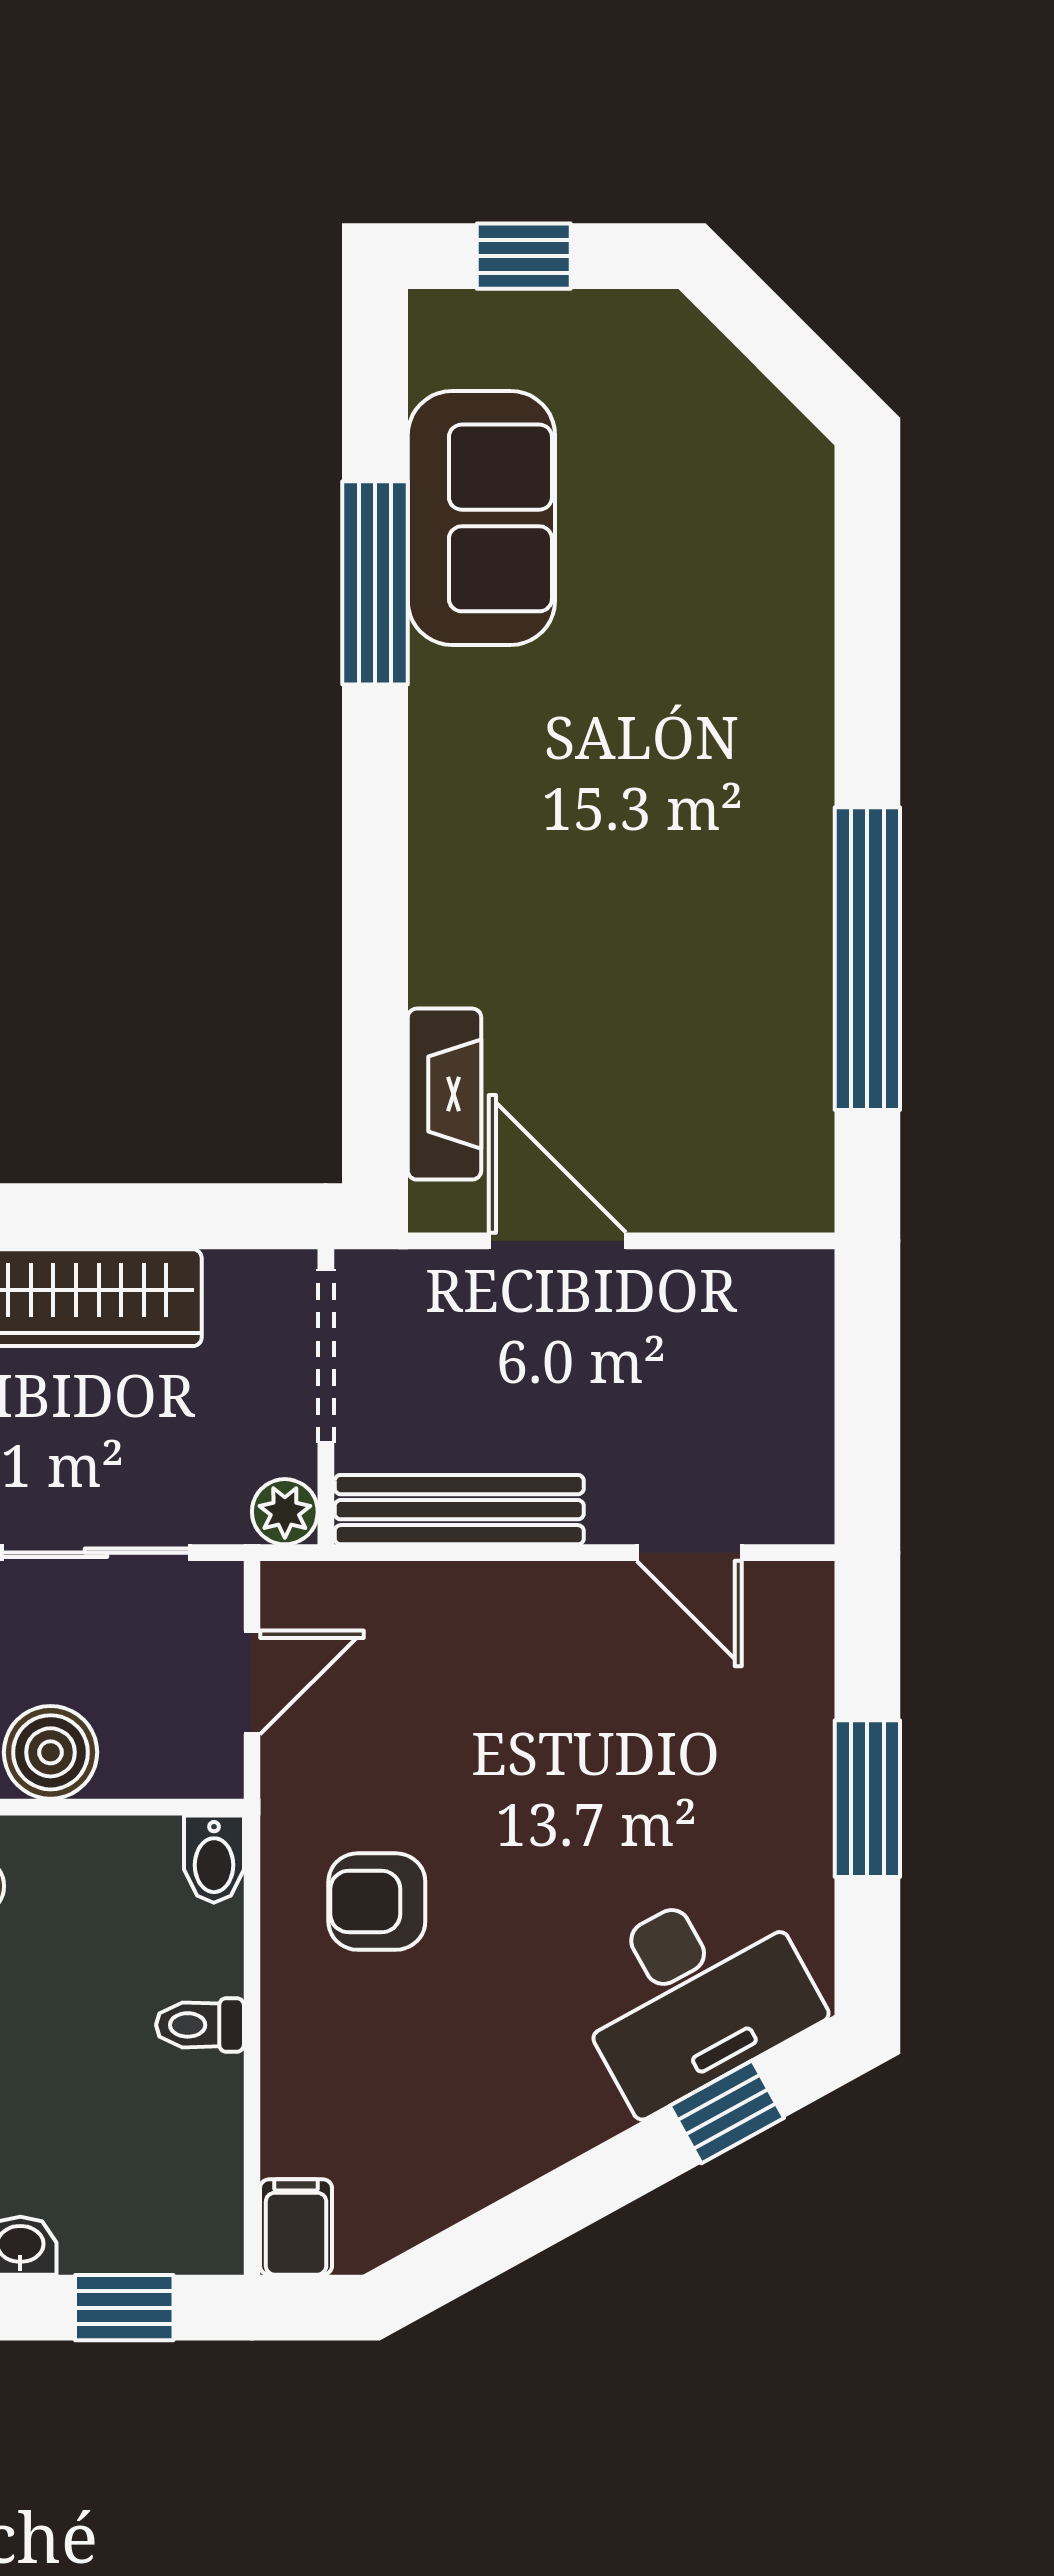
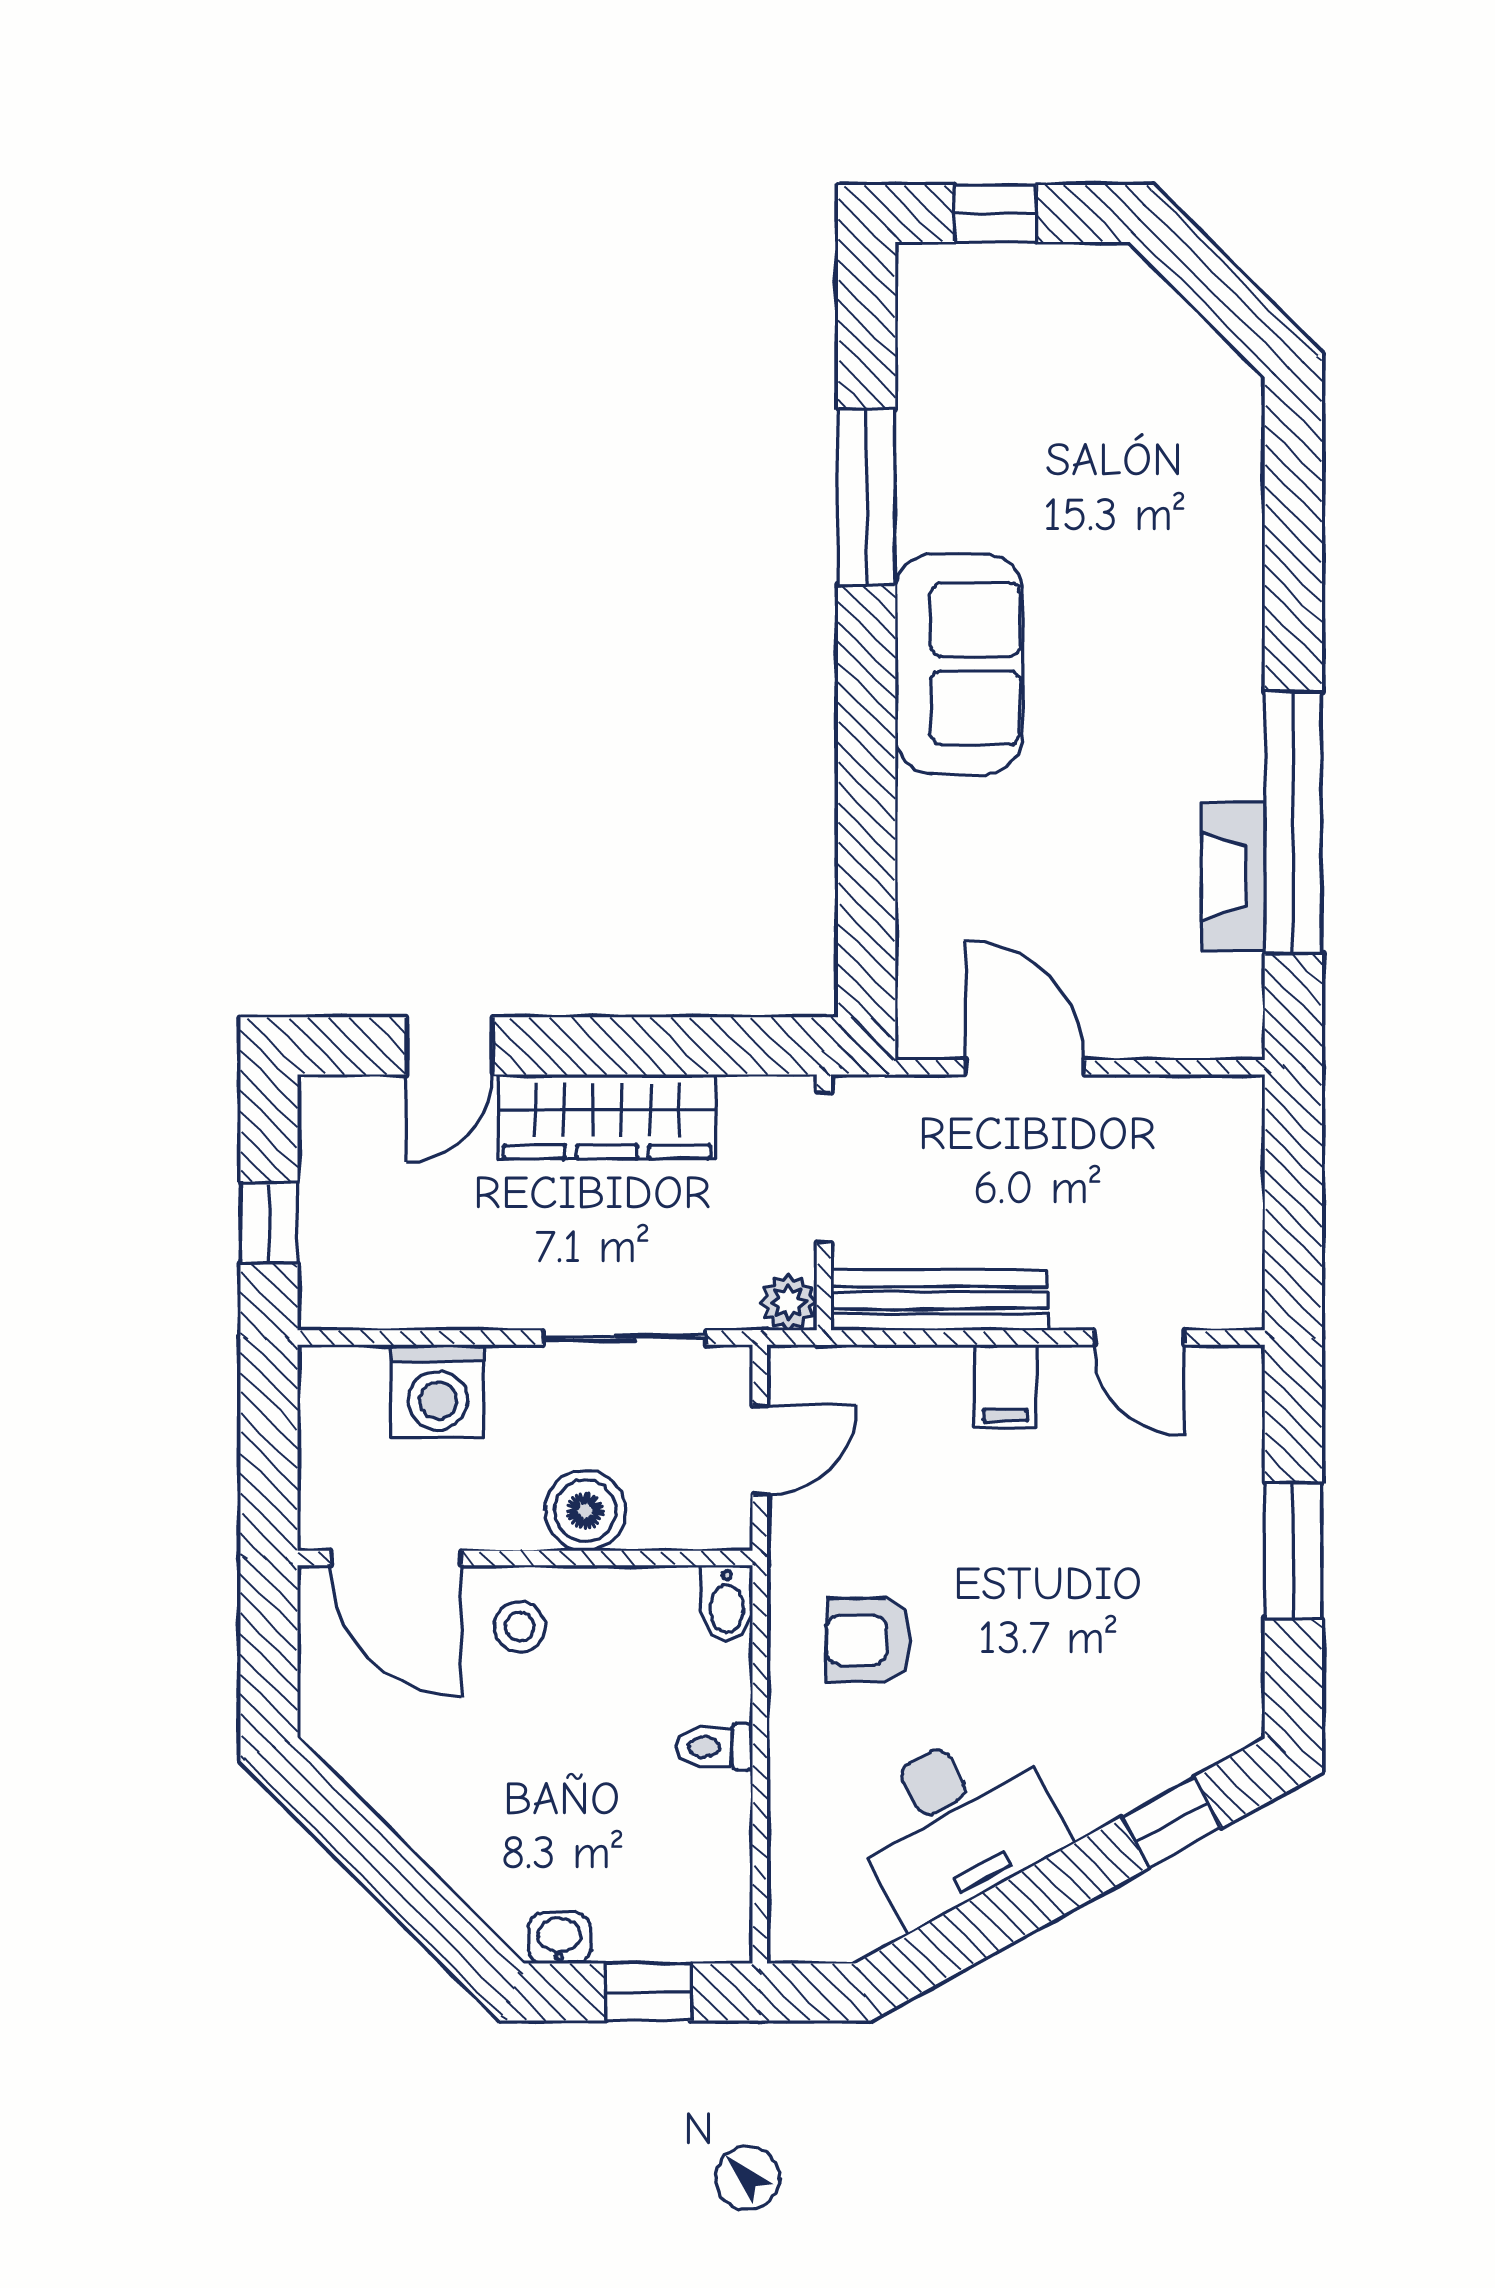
sofa: (481, 518) -> (959, 664), moved
fireplace: (444, 1094) -> (1233, 876), moved, turned 180
desk: (693, 1994) -> (956, 1823), moved
filing cabinet: (296, 2227) -> (1005, 1386), moved, turned 180

